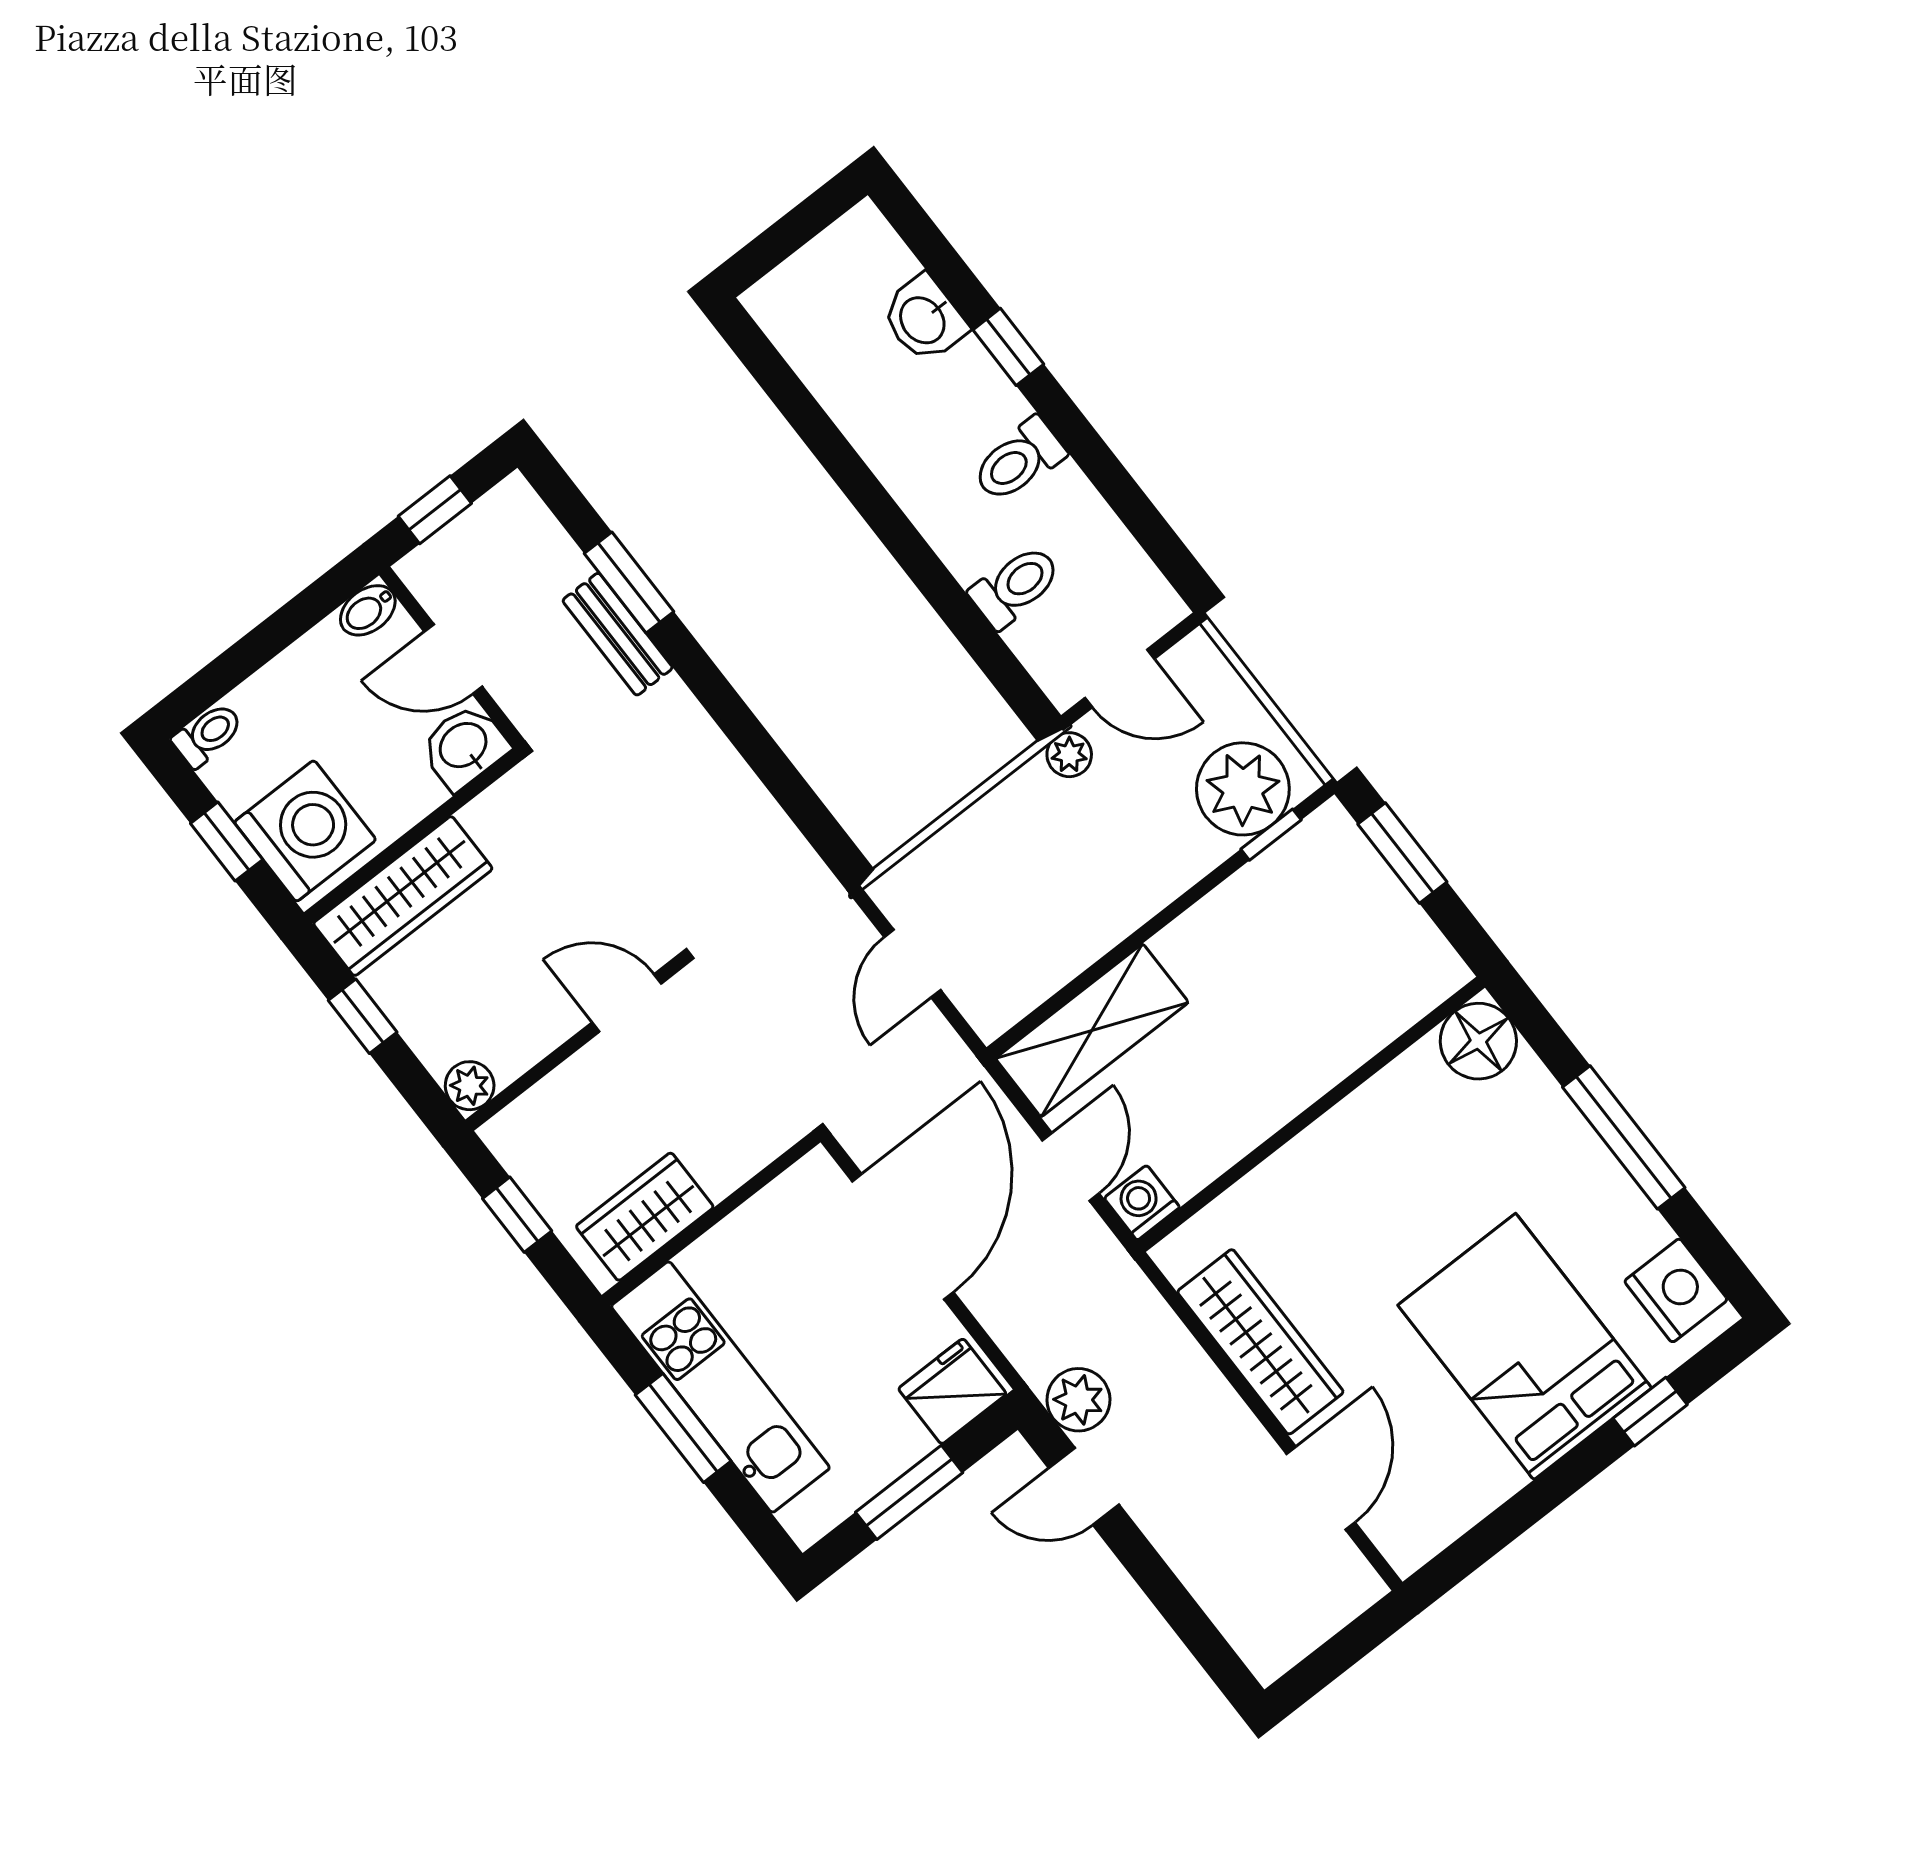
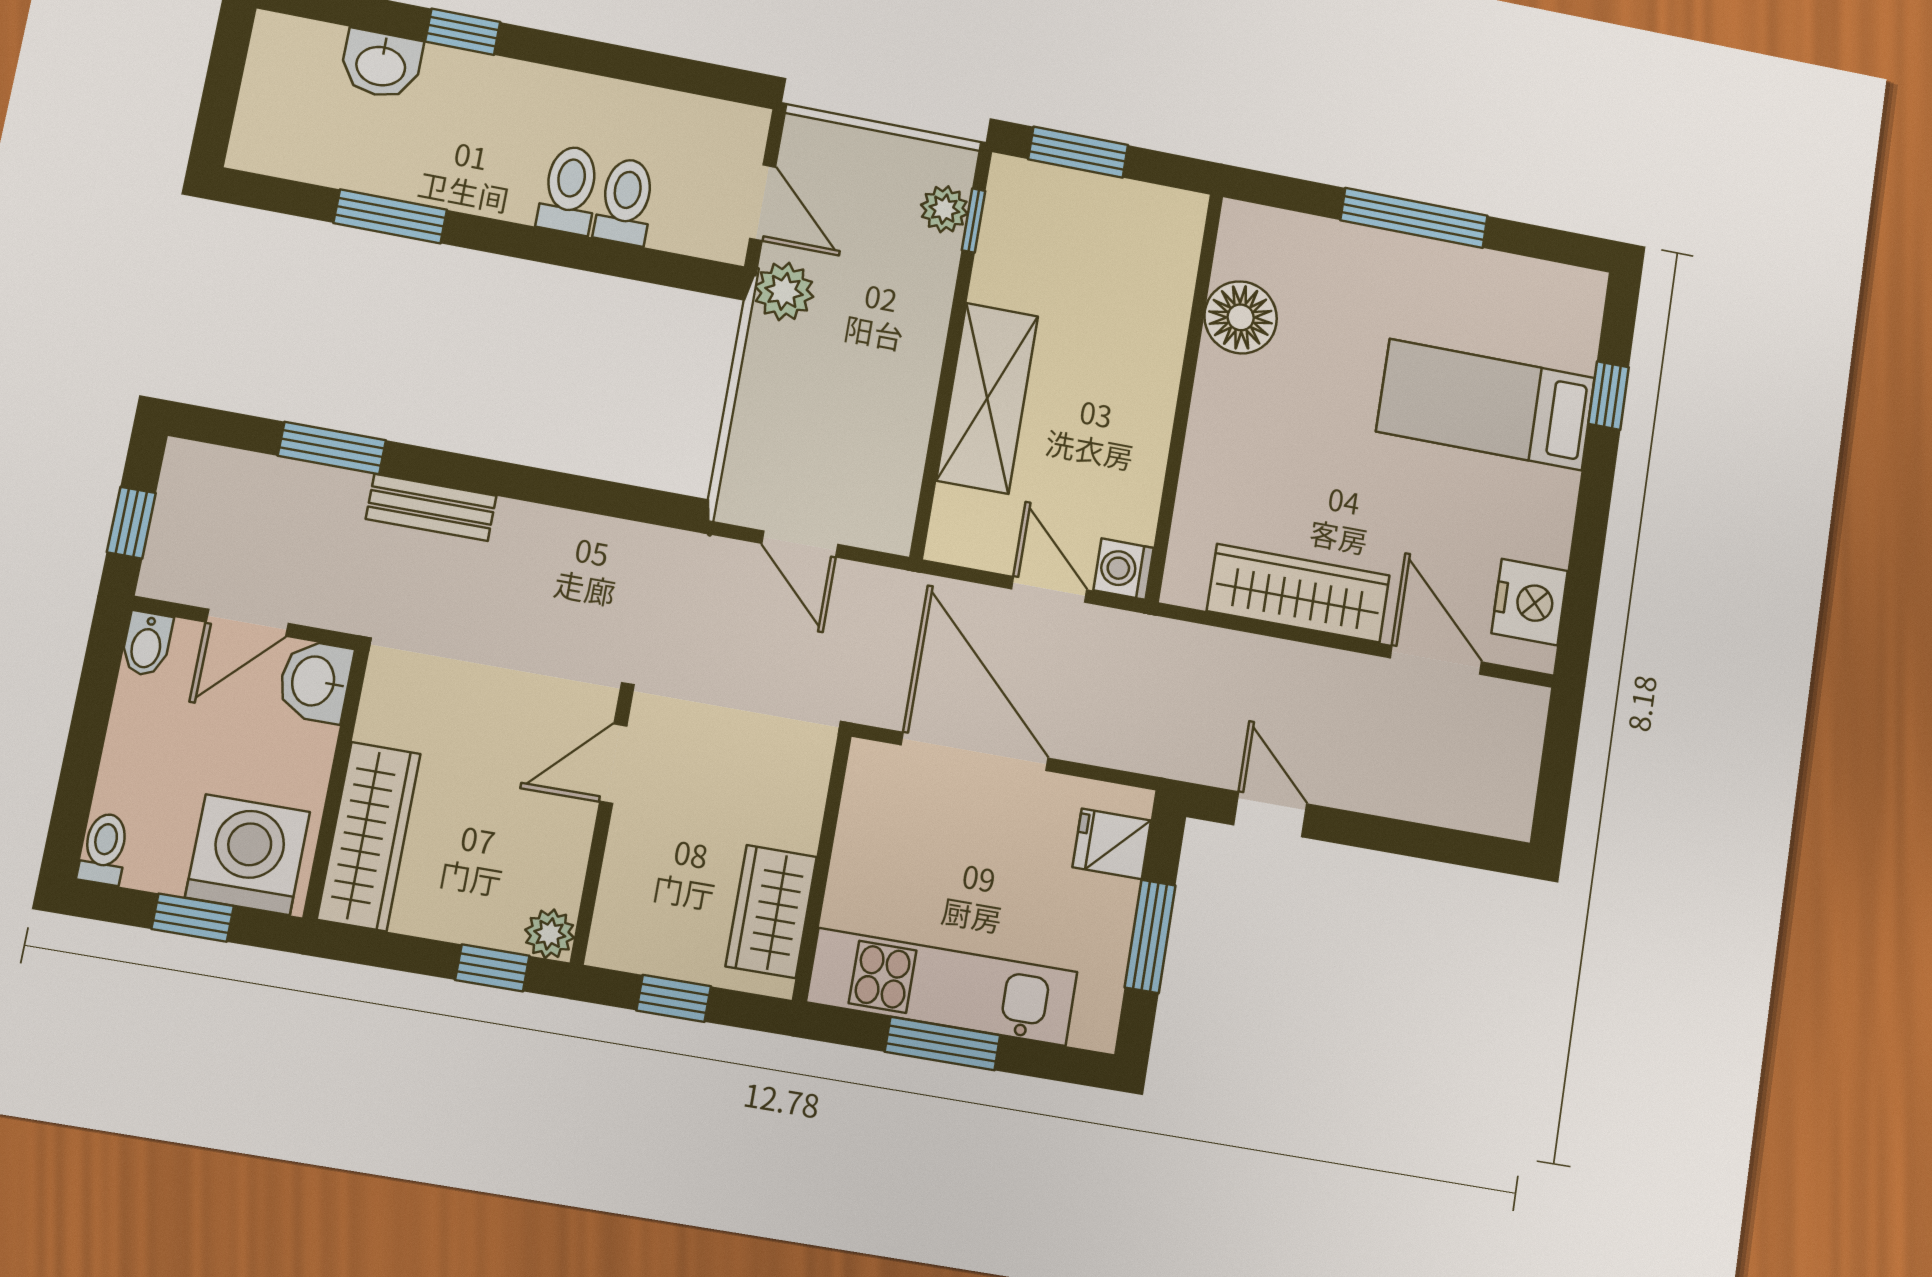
window: (827, 443) -> (390, 216), added
toilet: (1019, 460) -> (569, 190), moved, turned 180
bench: (618, 634) -> (431, 507), moved
door: (1120, 678) -> (763, 203), hinge flipped
plant: (1069, 755) -> (784, 291), width x1.38, depth x1.38
plant: (1243, 789) -> (944, 209), width x0.53, depth x0.53
window: (363, 1016) -> (492, 968), moved
shelving: (1092, 1030) -> (987, 398), moved
floor lamp: (1478, 1041) -> (1241, 317), moved
nightstand: (1676, 1290) -> (1530, 602), moved, turned 90
bed: (1525, 1347) -> (1486, 405), width x0.67
fridge: (952, 1391) -> (1112, 844), width x0.72
plant: (1078, 1400) -> (1209, 755), removed
door: (1084, 1486) -> (1270, 814), swing flipped

